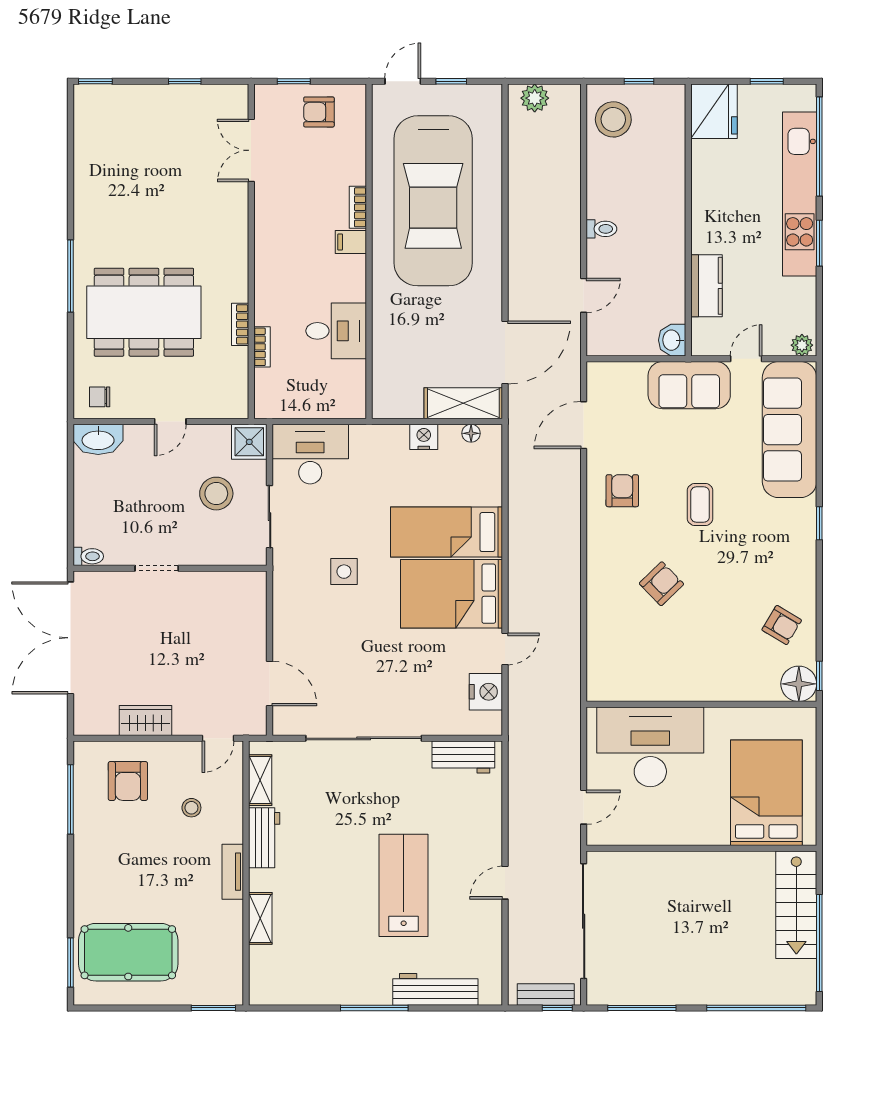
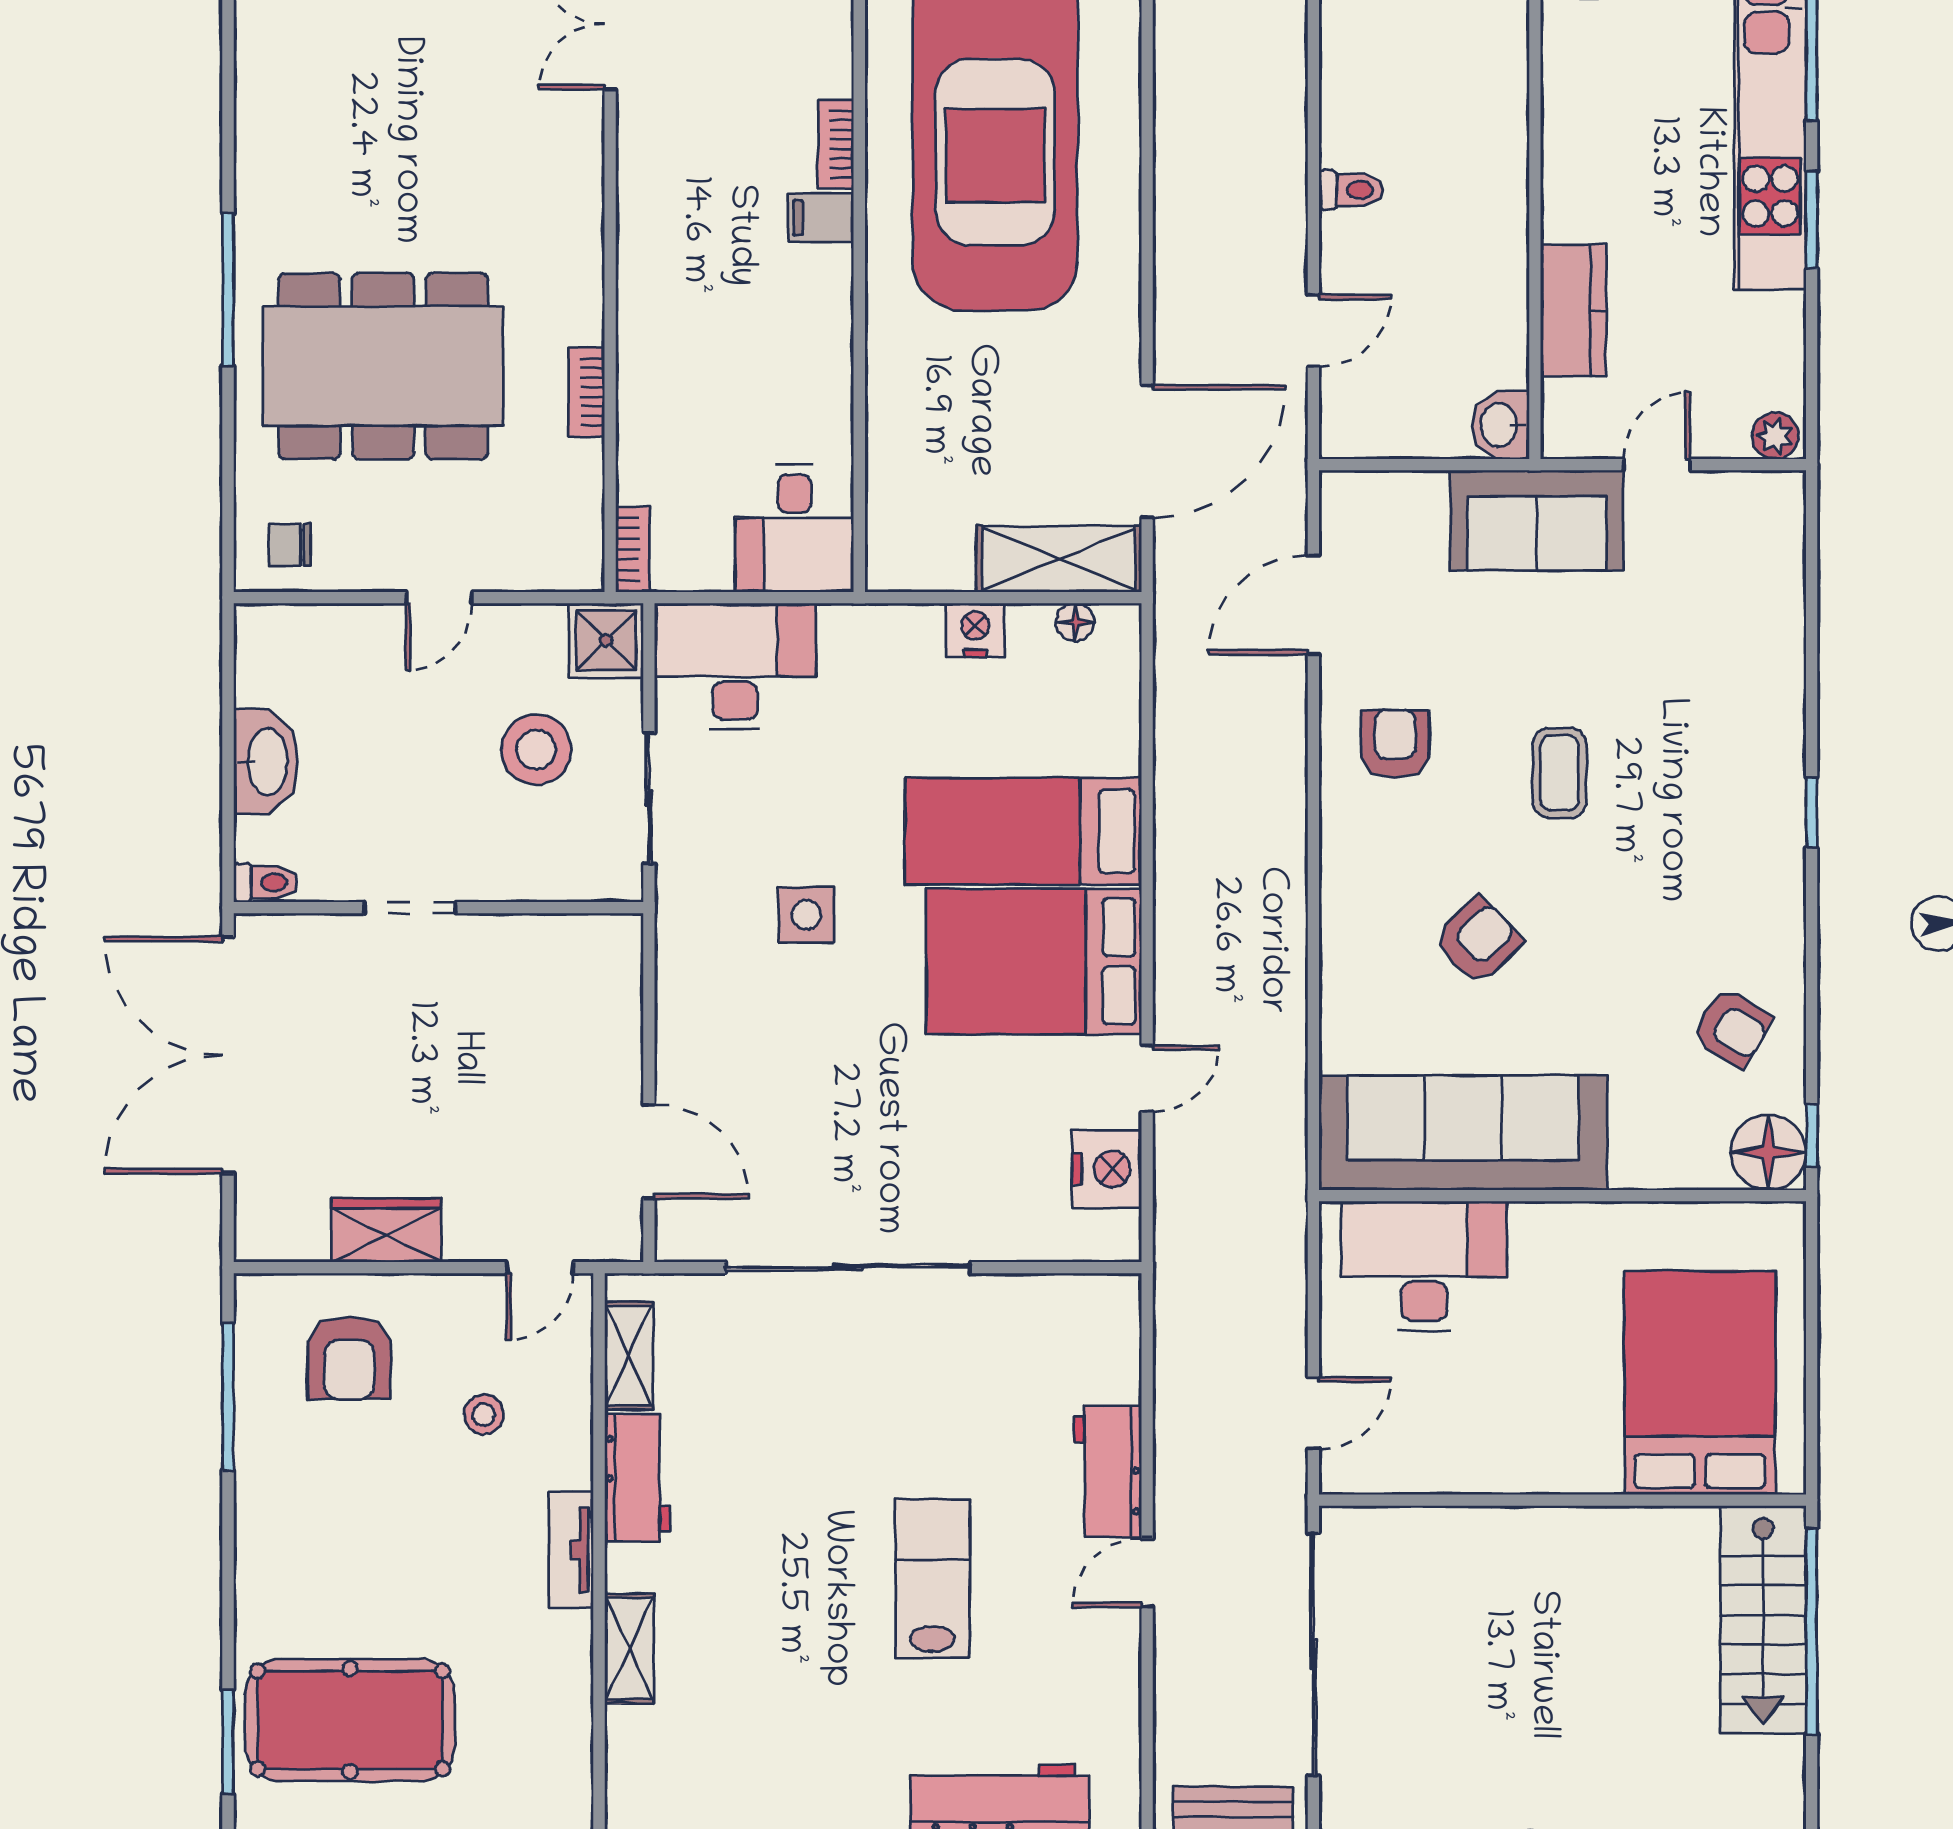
desk: (336, 331) -> (794, 528), moved, turned 90
bookcase: (262, 347) -> (633, 549), moved
sofa: (790, 430) -> (1463, 1133), moved, turned 90
washbasin: (98, 439) -> (266, 762), moved, turned -90
desk: (650, 747) -> (1424, 1266), width x0.73, depth x0.77
workbench: (463, 757) -> (1108, 1471), moved, turned 90
lab bench: (404, 885) -> (933, 1579), width x0.73, depth x0.72
window: (819, 943) -> (1812, 1631), moved

